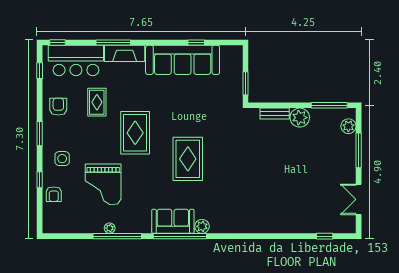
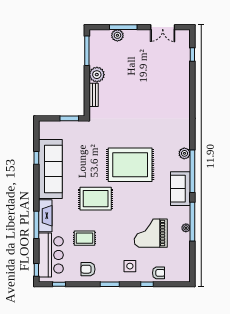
plant: (348, 126) -> (117, 35), moved
rug: (135, 133) -> (96, 199), moved
rug: (188, 159) -> (130, 165), width x1.37, depth x1.44
grand piano: (103, 184) -> (151, 233), turned 180
sofa: (173, 221) -> (180, 189), moved

